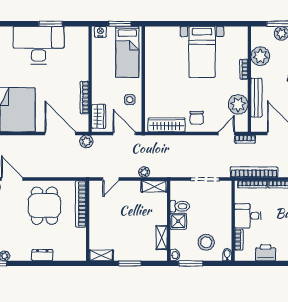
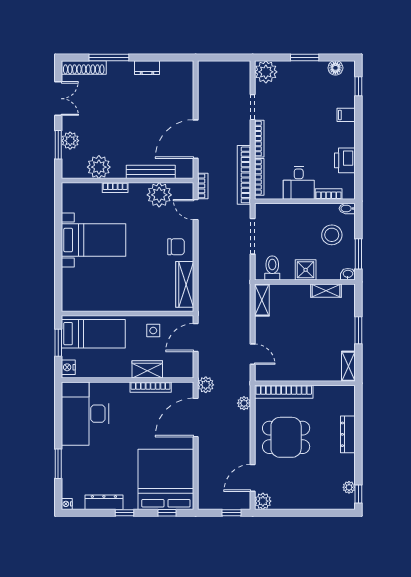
window: (51, 24) -> (58, 464), moved
desk: (39, 45) -> (85, 414), moved
wardrobe: (99, 116) -> (147, 369), moved
plant: (144, 172) -> (244, 403), moved
toilet: (180, 206) -> (272, 268), moved
dresser: (42, 255) -> (348, 434), width x1.44

